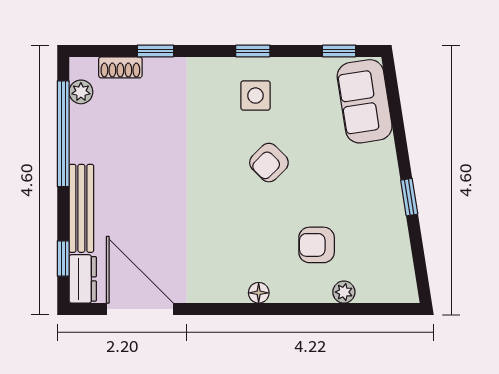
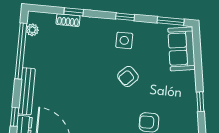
window: (339, 51) -> (171, 21), width x1.50
shoe rack: (120, 67) -> (68, 20), moved

